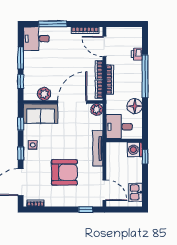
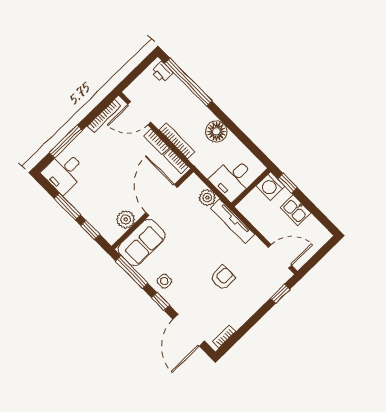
printer: (137, 54) -> (162, 72), moved
window: (145, 76) -> (188, 82), moved
floor lamp: (135, 106) -> (216, 131), moved
plant: (97, 110) -> (207, 198), moved
window: (21, 124) -> (132, 272), width x2.17
armchair: (64, 172) -> (223, 278), width x0.53, depth x0.53
kitchen sink: (136, 192) -> (296, 210), moved

